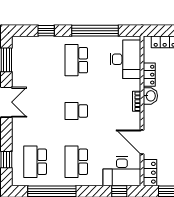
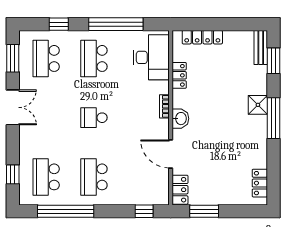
school desk: (35, 60) -> (46, 58), added
washbasin: (150, 96) -> (180, 119), moved
desk: (122, 171) -> (147, 188), removed

